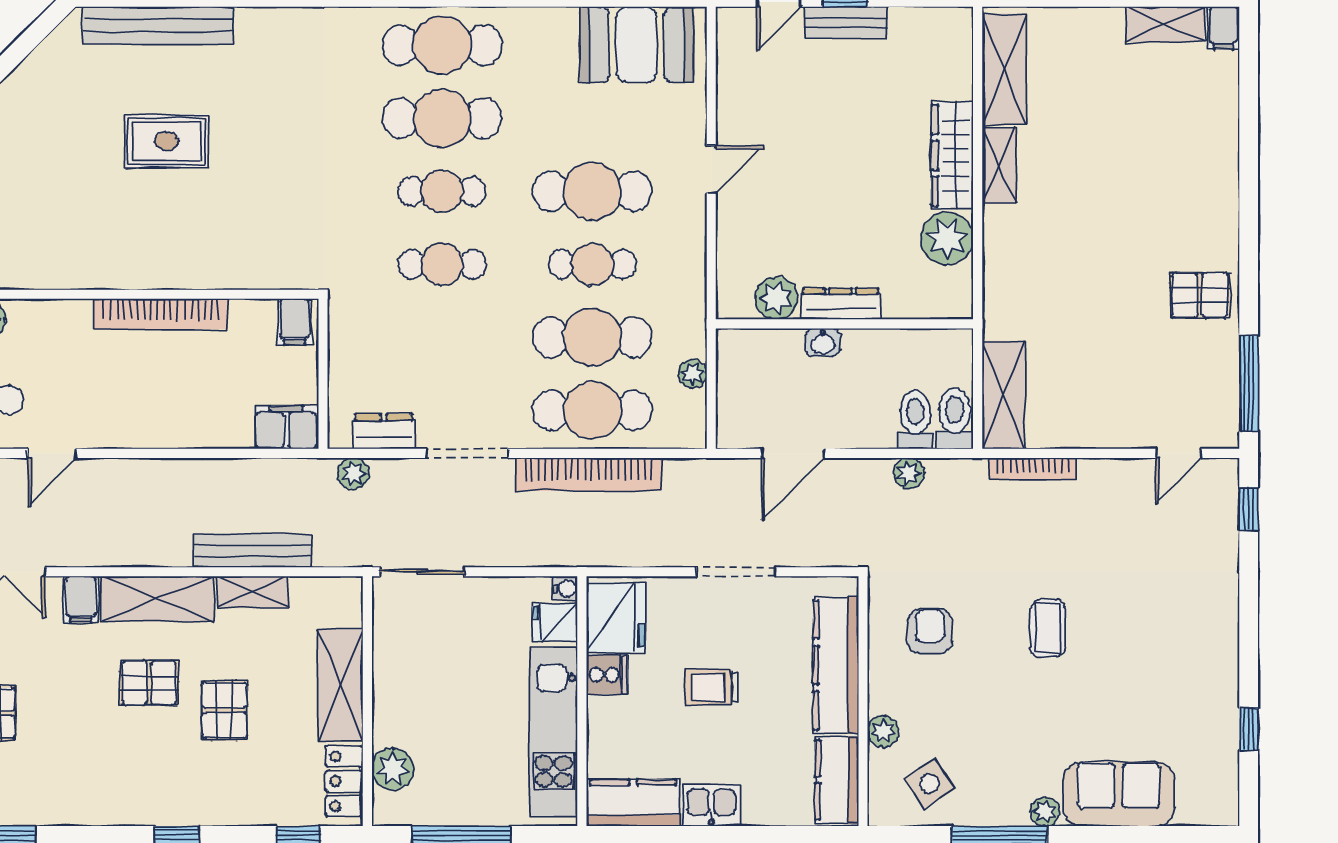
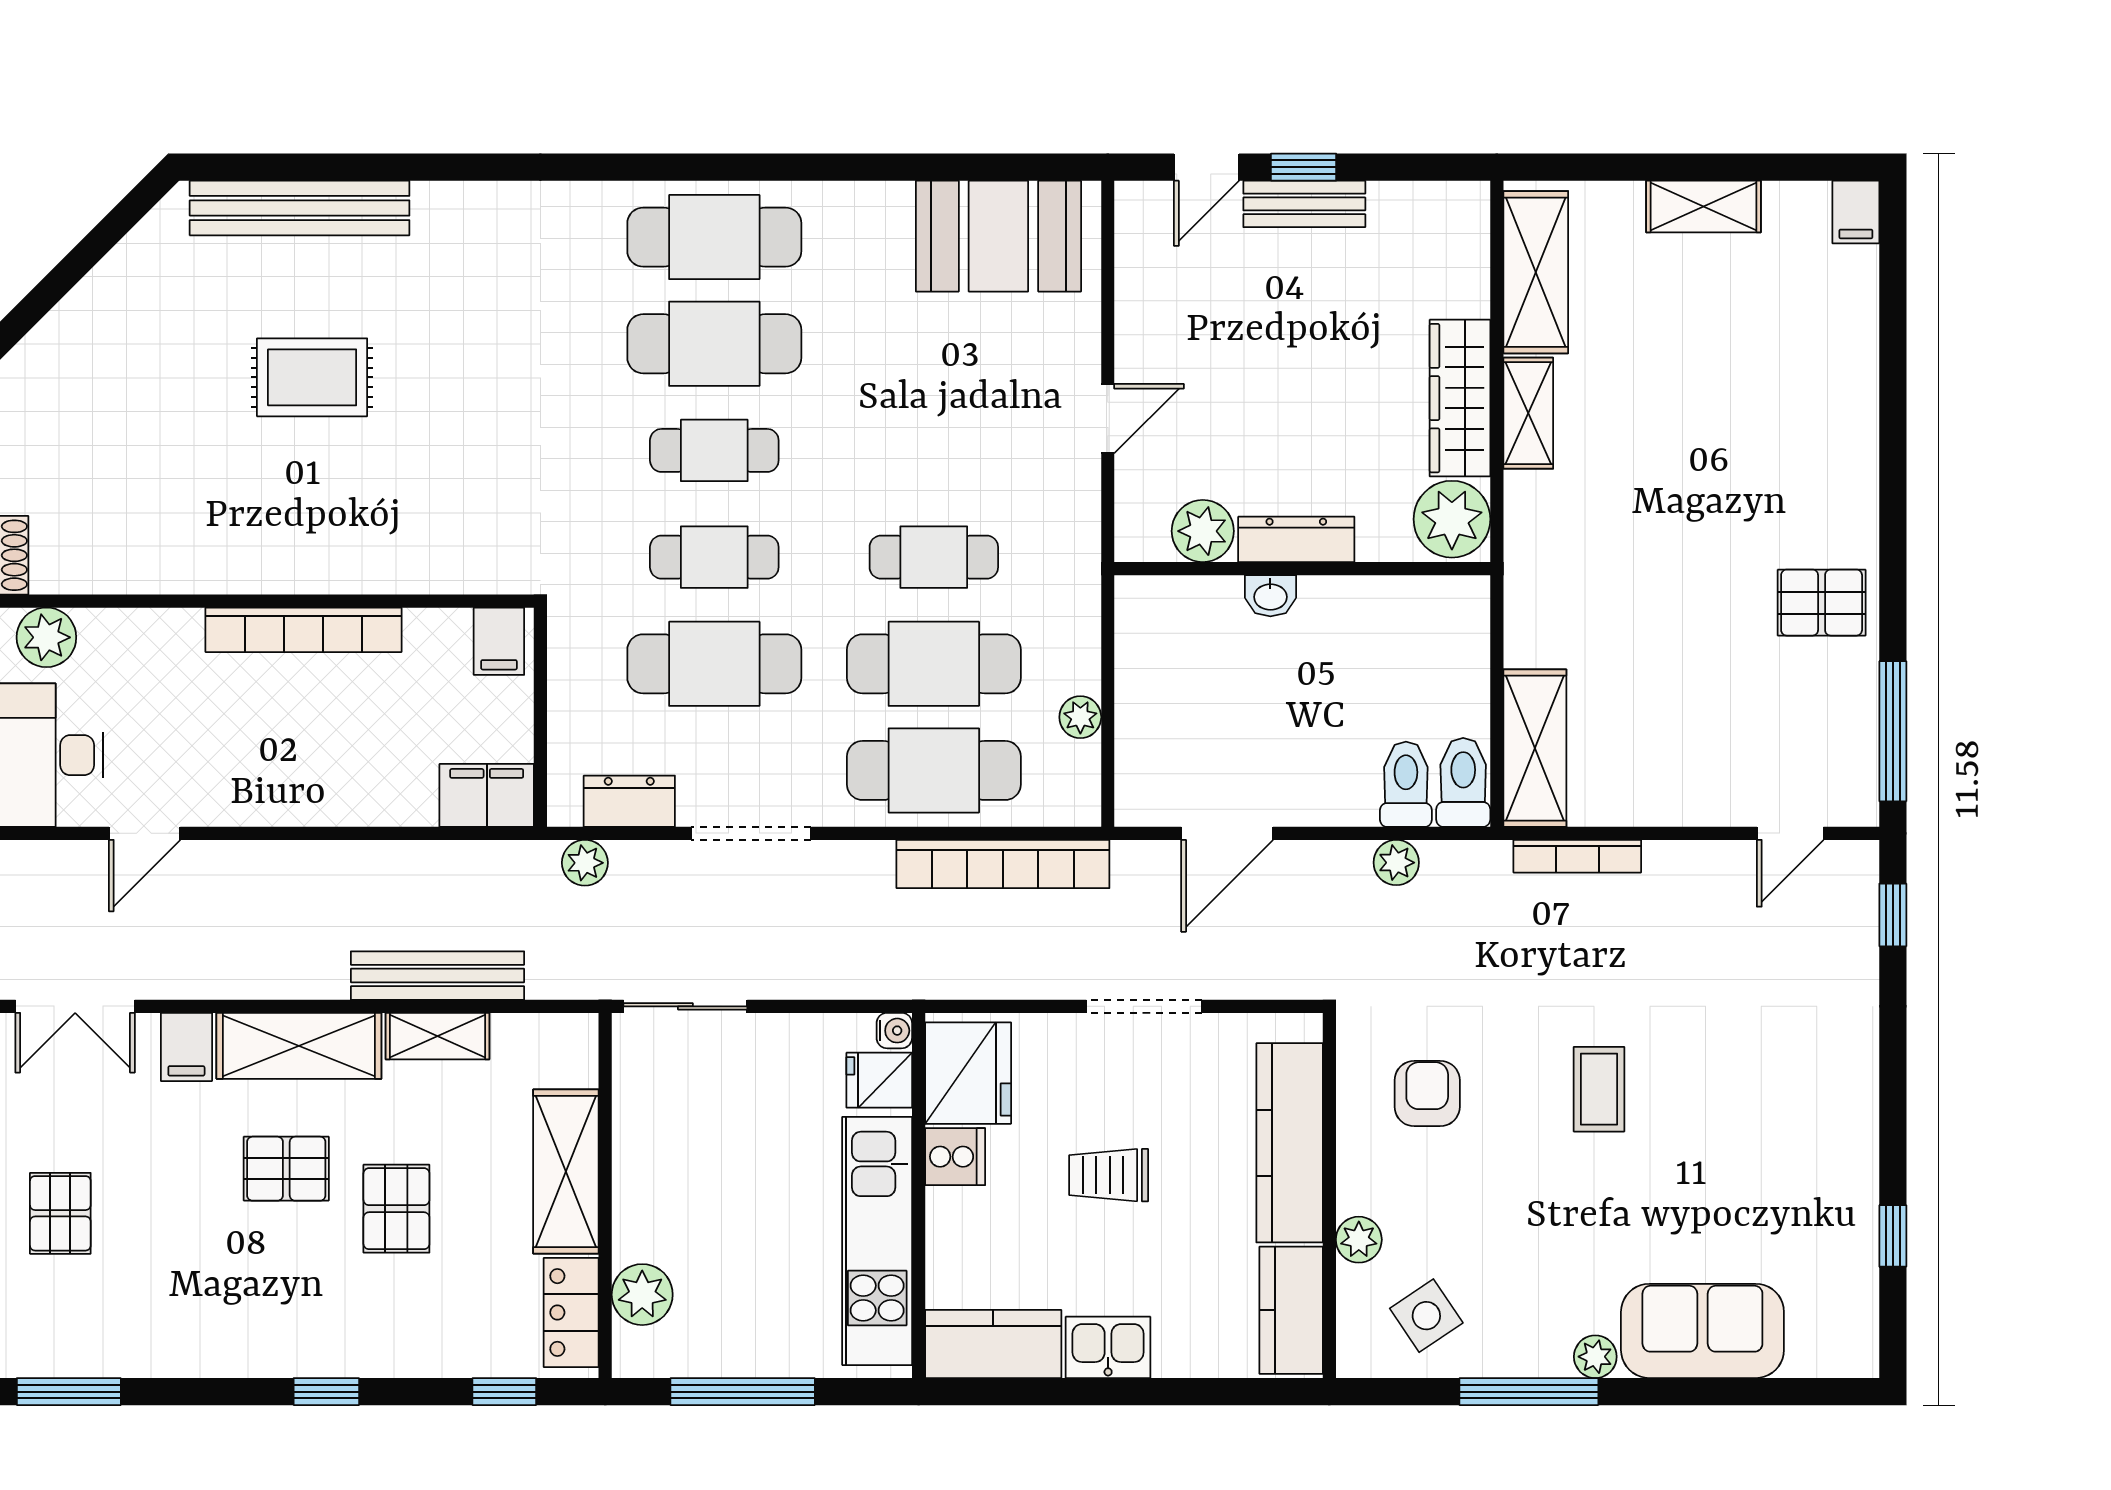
shelving: (1165, 24) -> (1703, 206), moved
cafe table: (592, 191) -> (714, 664), moved
plant: (776, 298) -> (1203, 531), moved
dresser: (840, 304) -> (1296, 539), moved
wall: (844, 324) -> (1302, 569), moved
washbasin: (823, 342) -> (1270, 596), moved
bookcase: (588, 474) -> (1003, 864), moved

